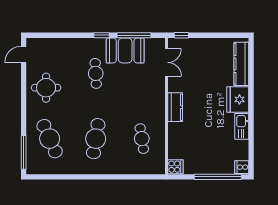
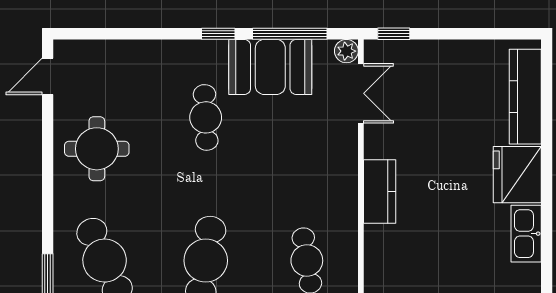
plant: (160, 43) -> (346, 51), added

